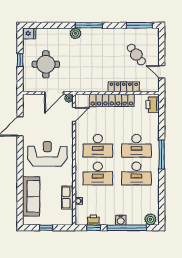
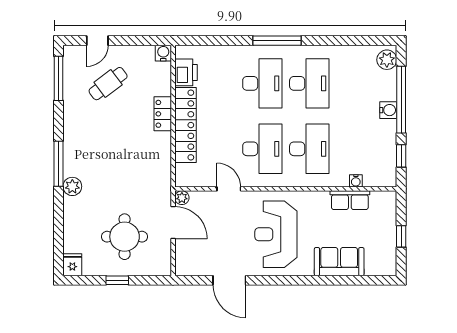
door: (162, 72) -> (97, 41), moved
locker: (124, 87) -> (163, 114), width x0.66
water cooler: (154, 87) -> (163, 53), added
printer: (152, 105) -> (186, 72), moved, turned -90
door: (74, 114) -> (229, 189), moved
sofa: (31, 196) -> (339, 262), width x0.73
printer: (93, 220) -> (388, 156), removed

